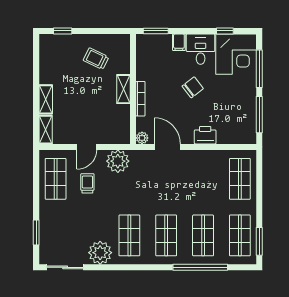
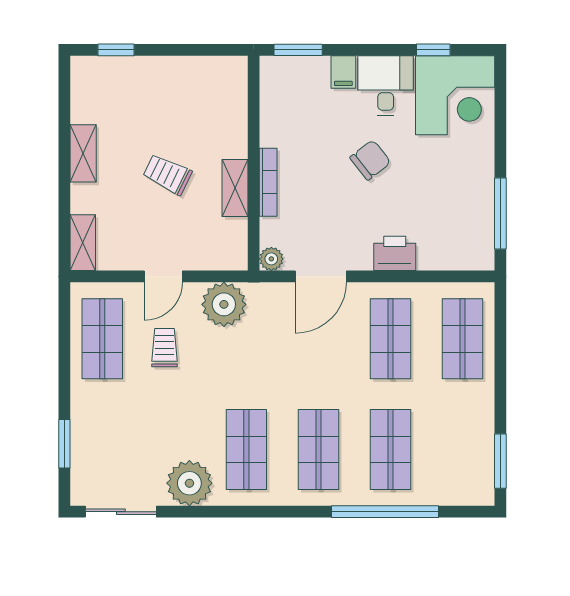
trolley: (96, 59) -> (167, 174), moved
window: (259, 69) -> (500, 124), removed
shelving: (124, 89) -> (235, 188), moved
shelving: (46, 99) -> (83, 153), moved
door: (167, 147) -> (321, 276), swing flipped
shop shelf: (240, 235) -> (390, 339), moved

